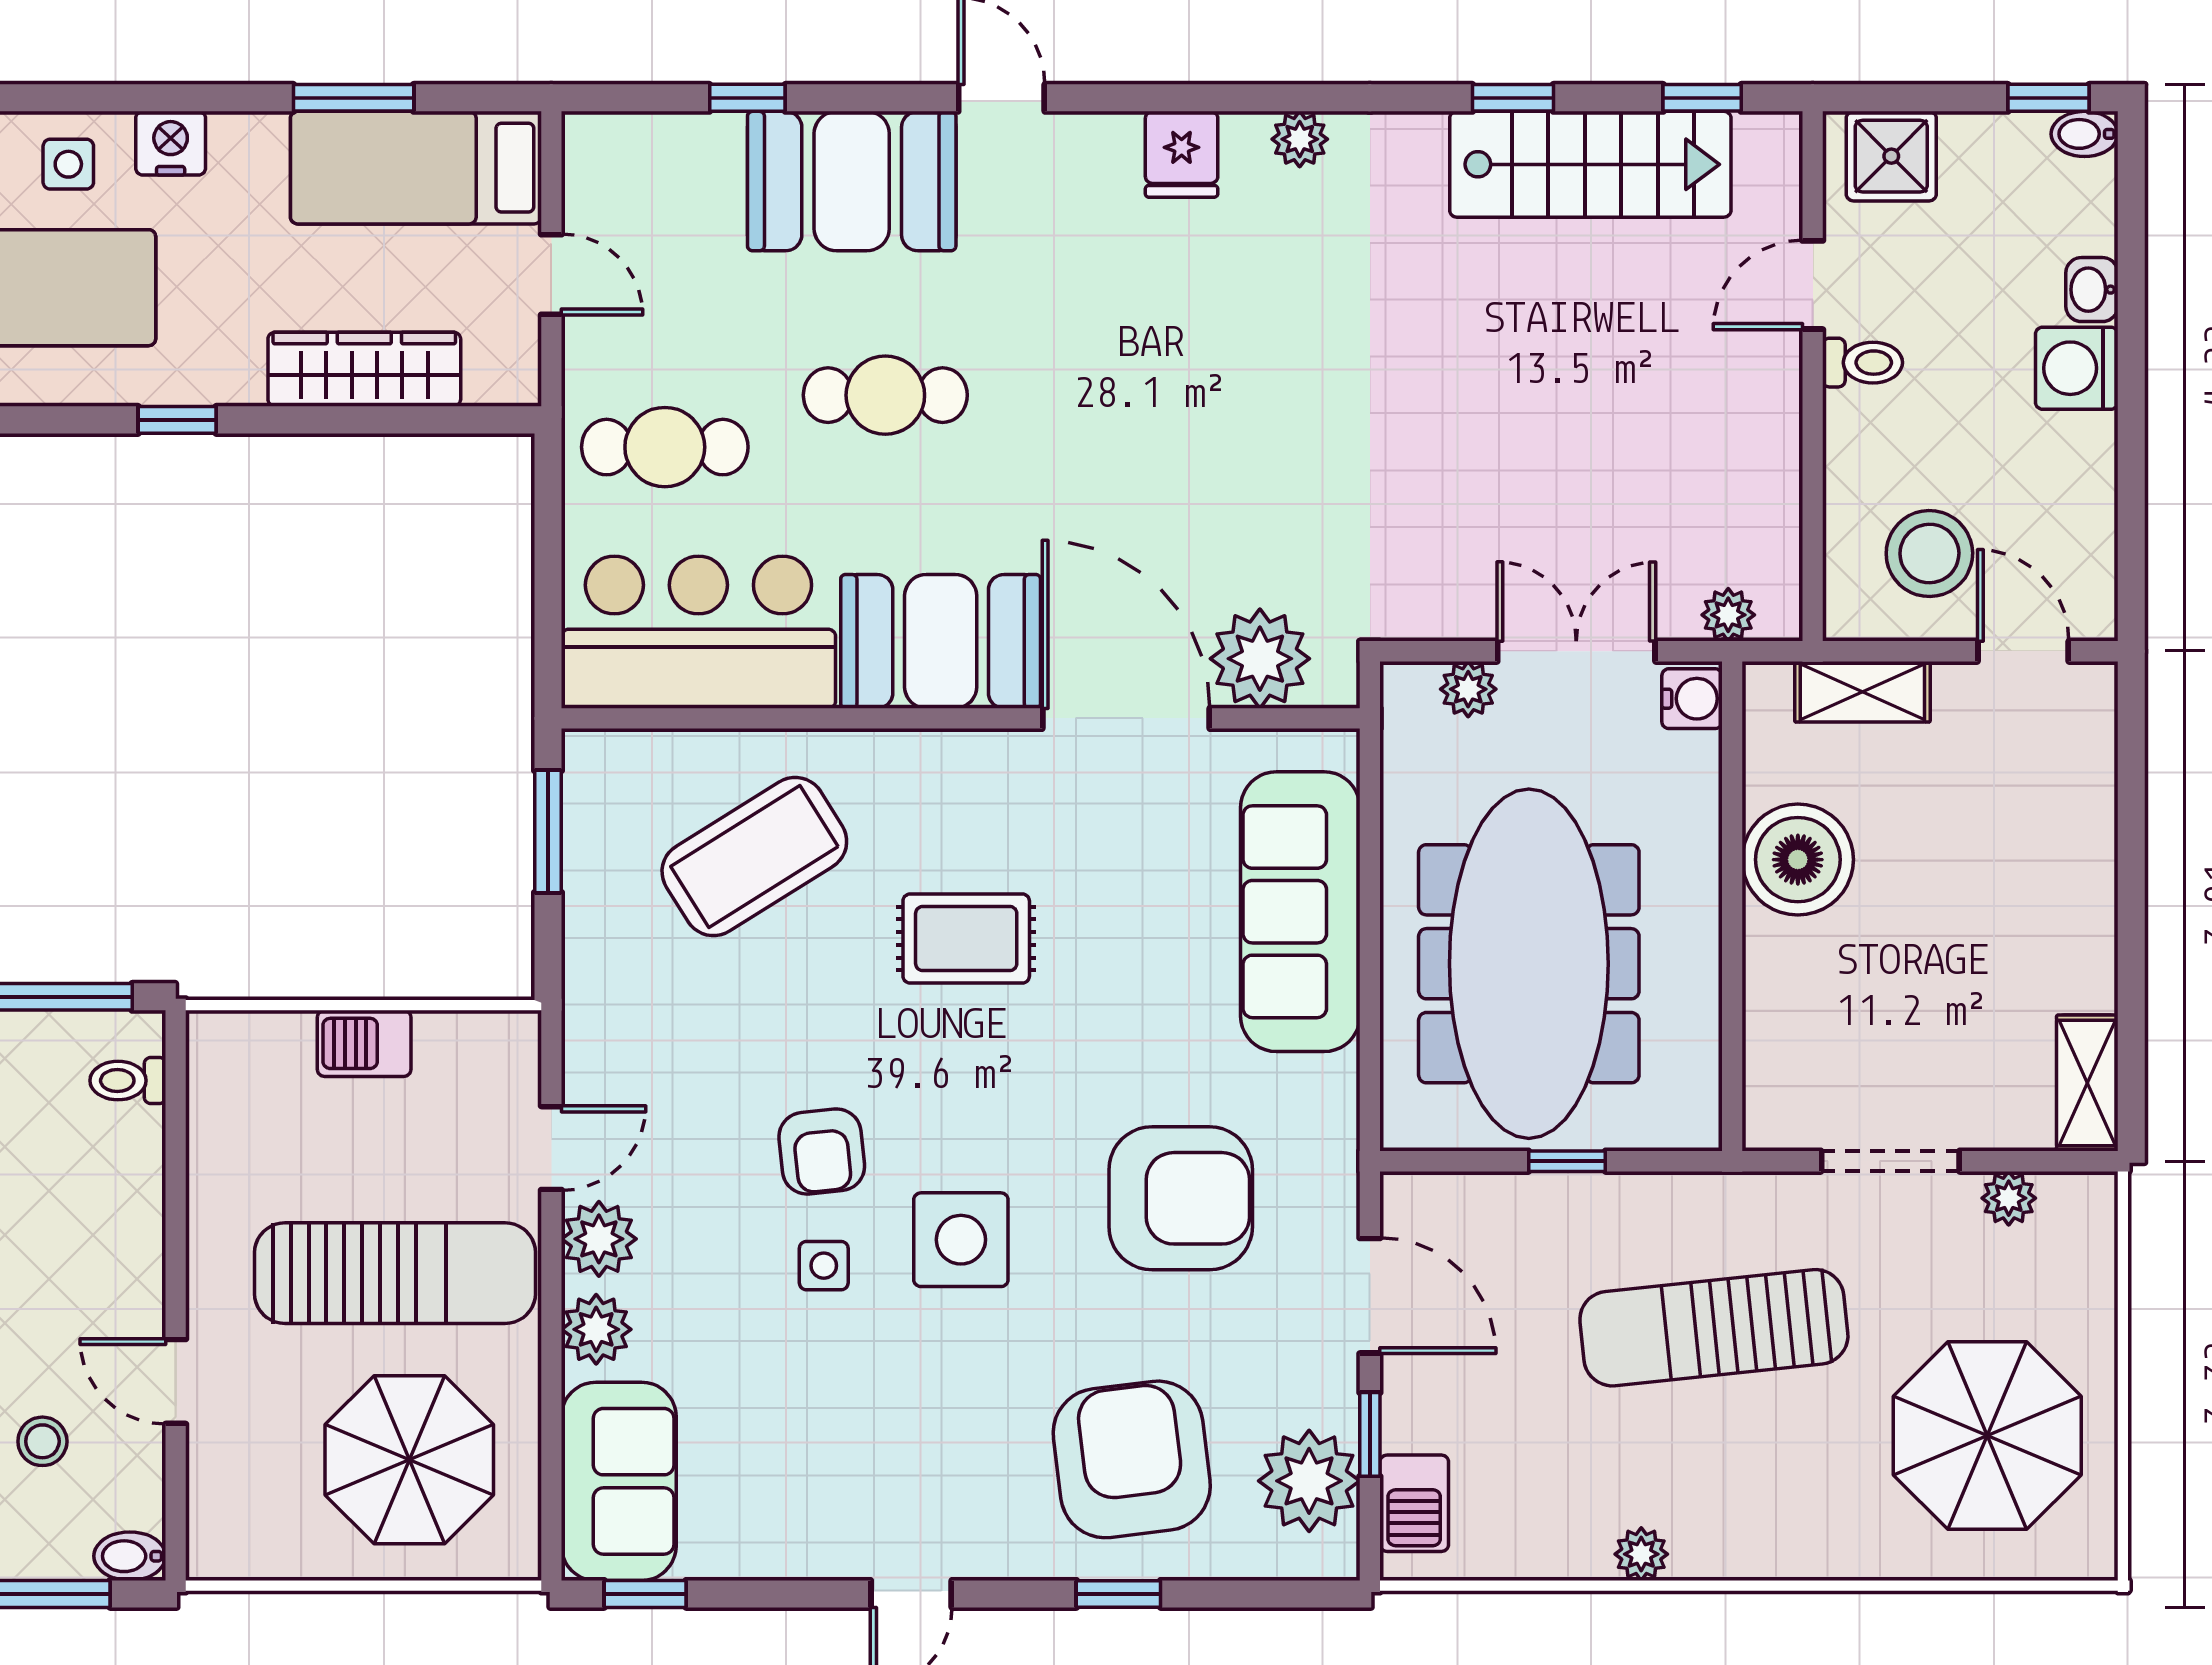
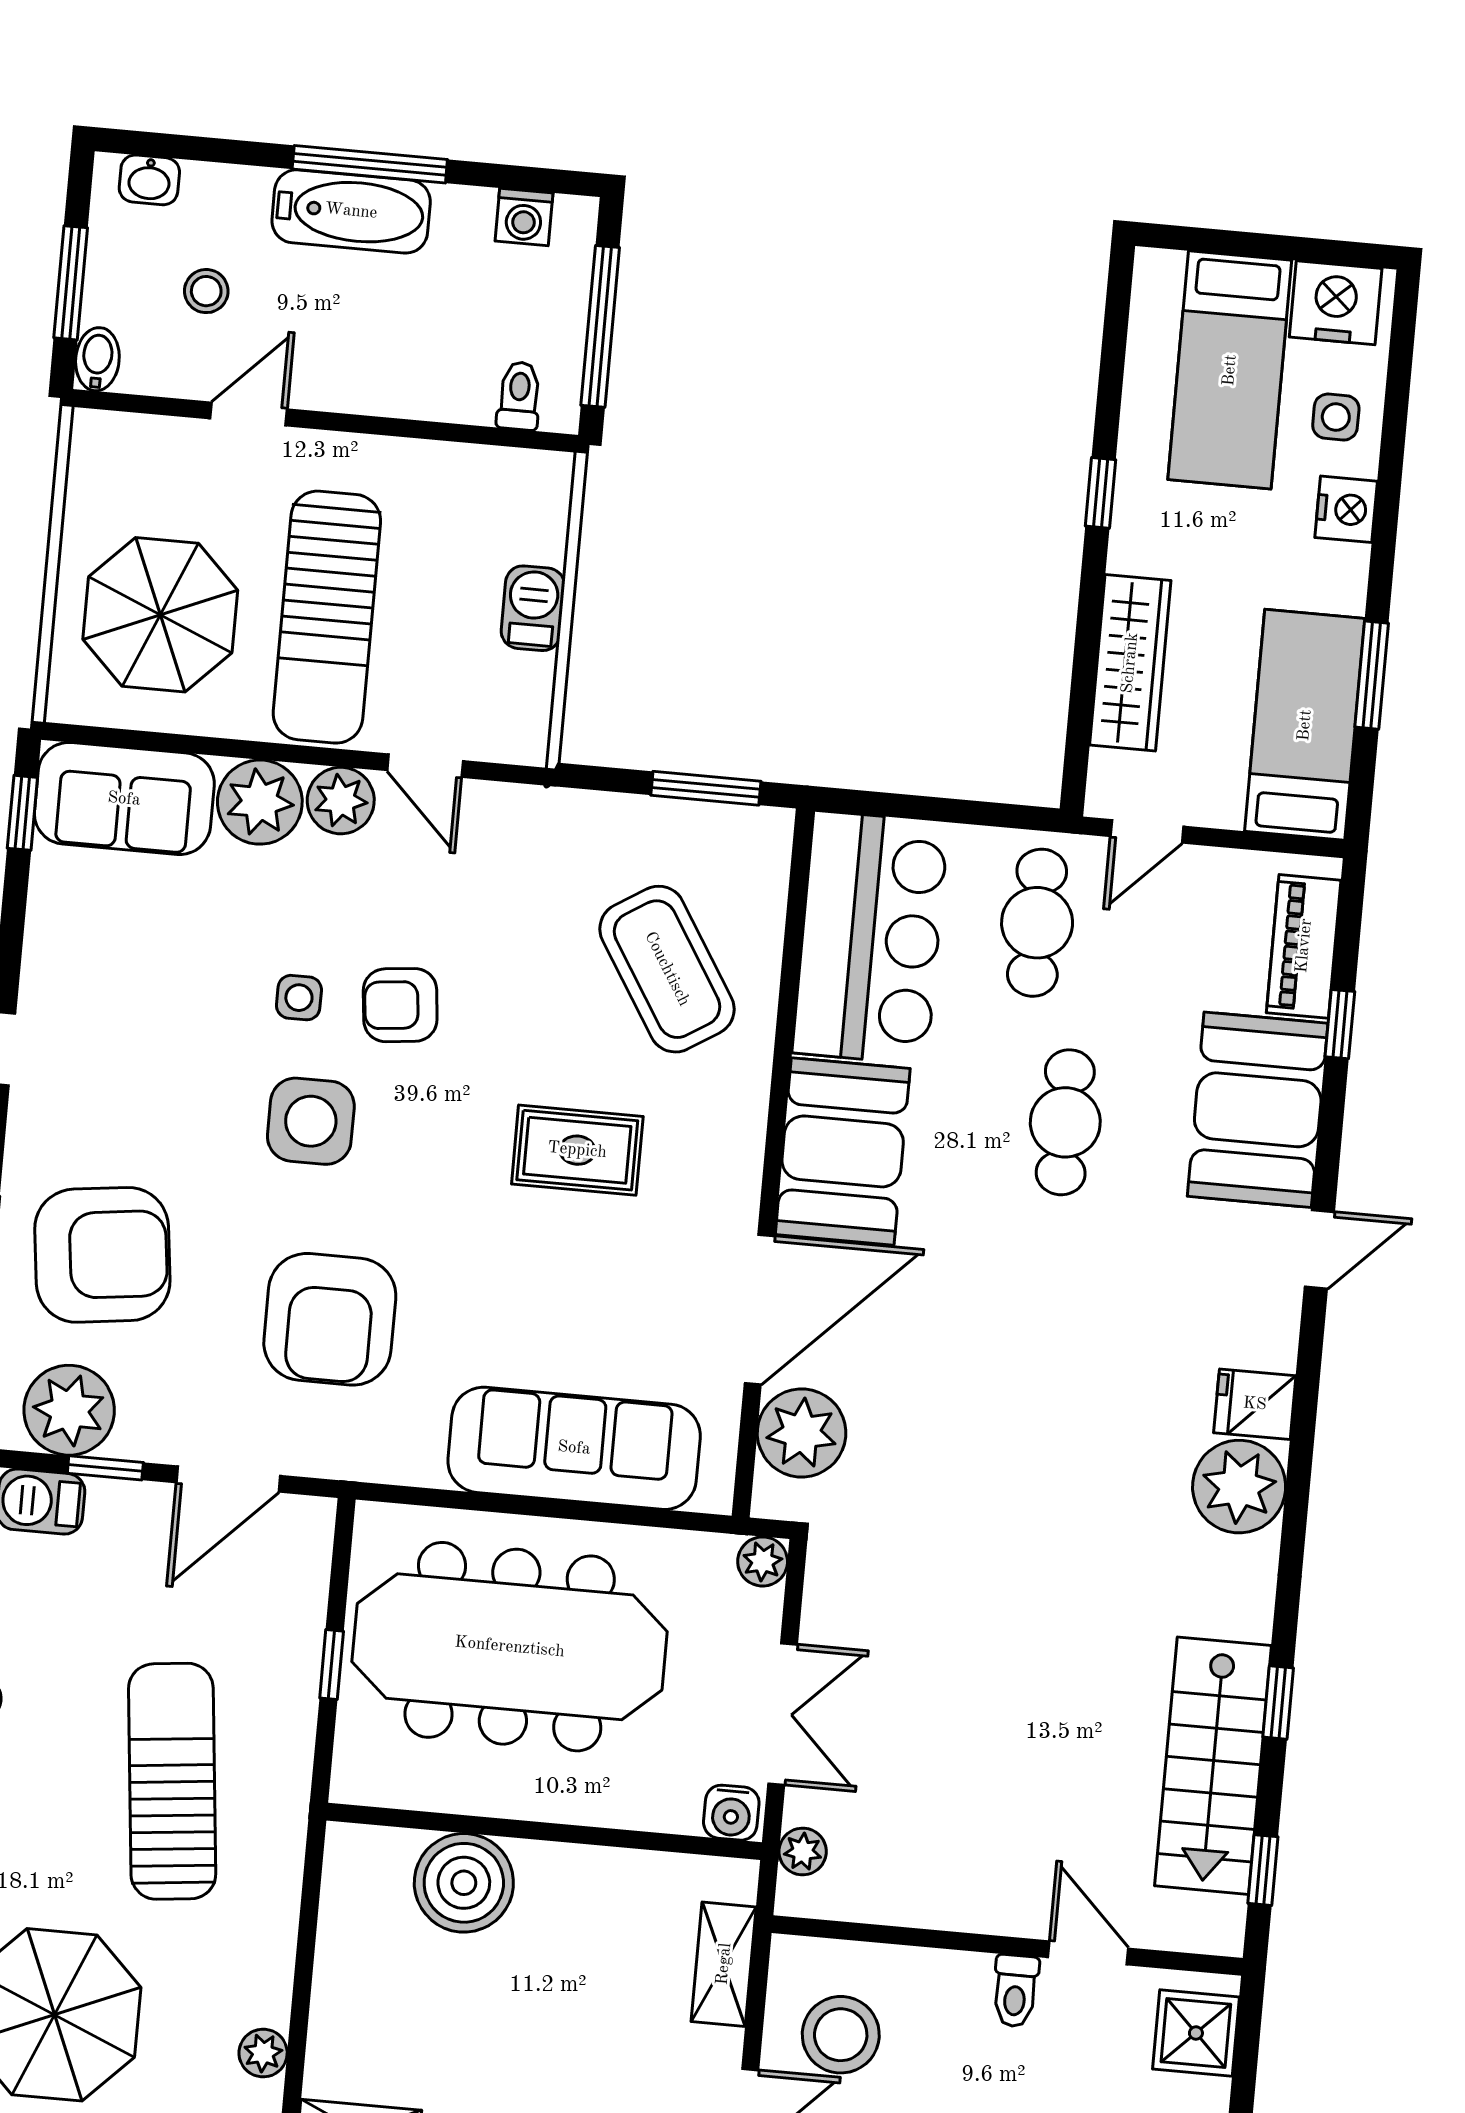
plant: (1300, 139) -> (1239, 1487), width x1.87, depth x1.87
piano: (664, 146) -> (1304, 946), added
door: (551, 274) -> (1147, 831), moved
plant: (1468, 689) -> (763, 1561), moved
boiler: (1798, 860) -> (464, 1883), moved
rug: (966, 939) -> (577, 1150), turned 90
doorway: (1890, 1161) -> (305, 1951), removed
plant: (596, 1329) -> (260, 802), width x1.36, depth x1.36

